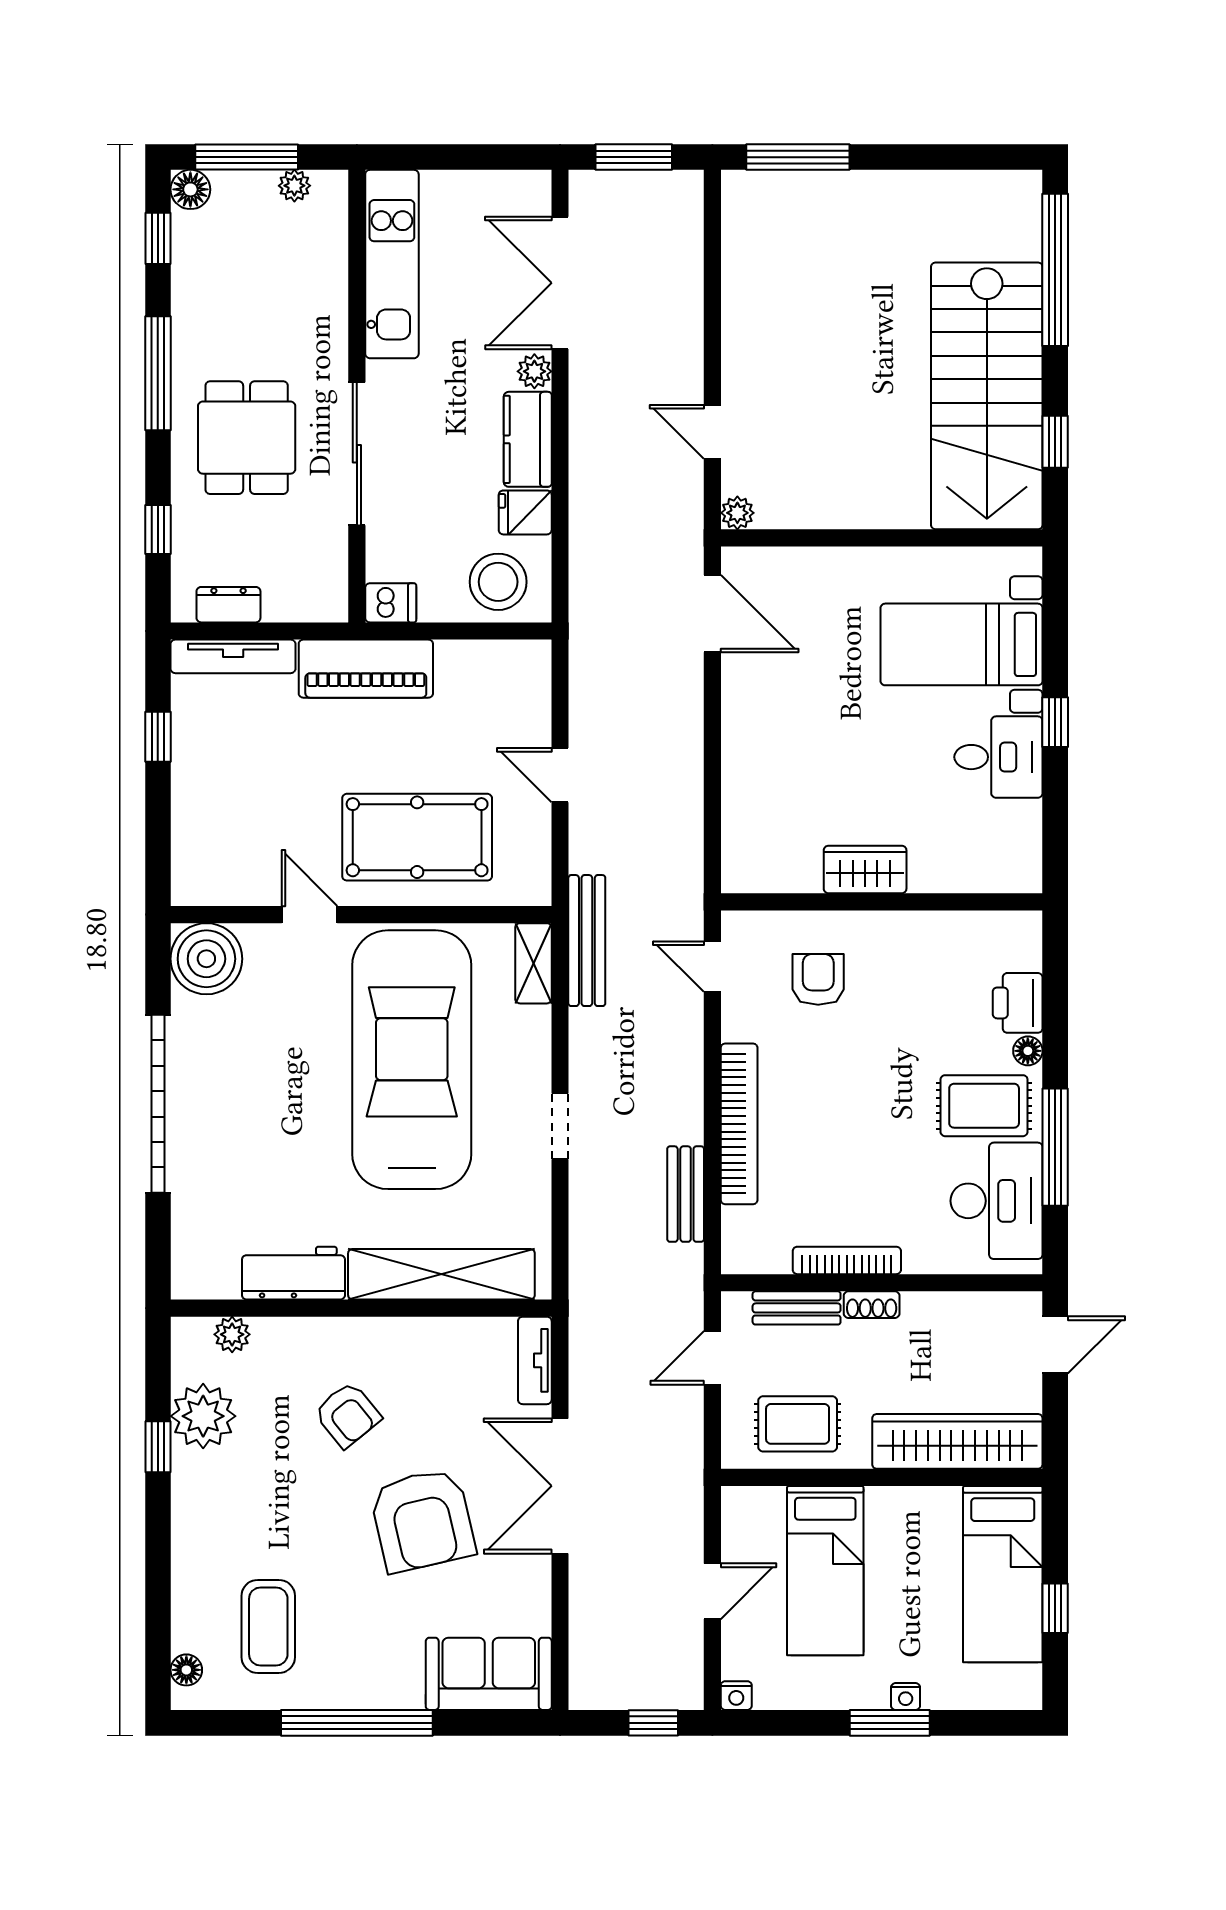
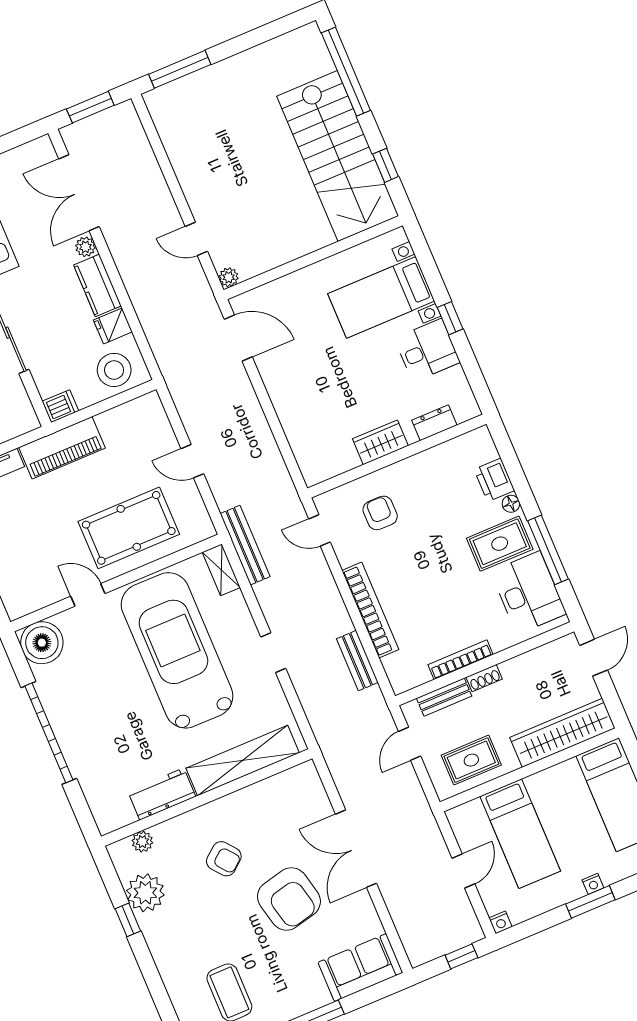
dresser: (962, 874) -> (434, 423), added
tv unit: (535, 1360) -> (313, 786), removed

